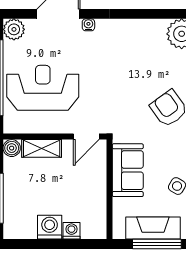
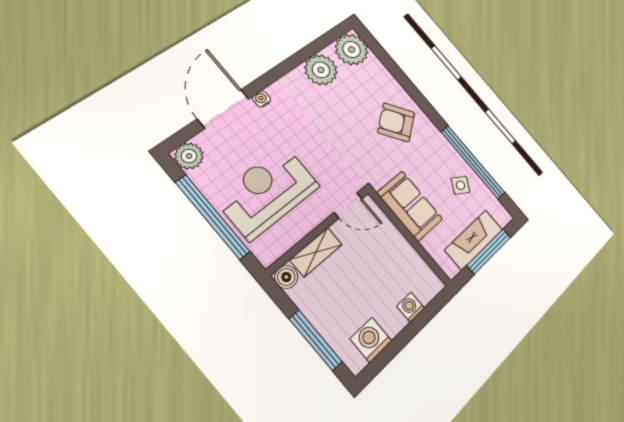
plant: (146, 33) -> (321, 70), added
door: (86, 137) -> (348, 205), hinge flipped
washing machine: (50, 227) -> (371, 340), moved

